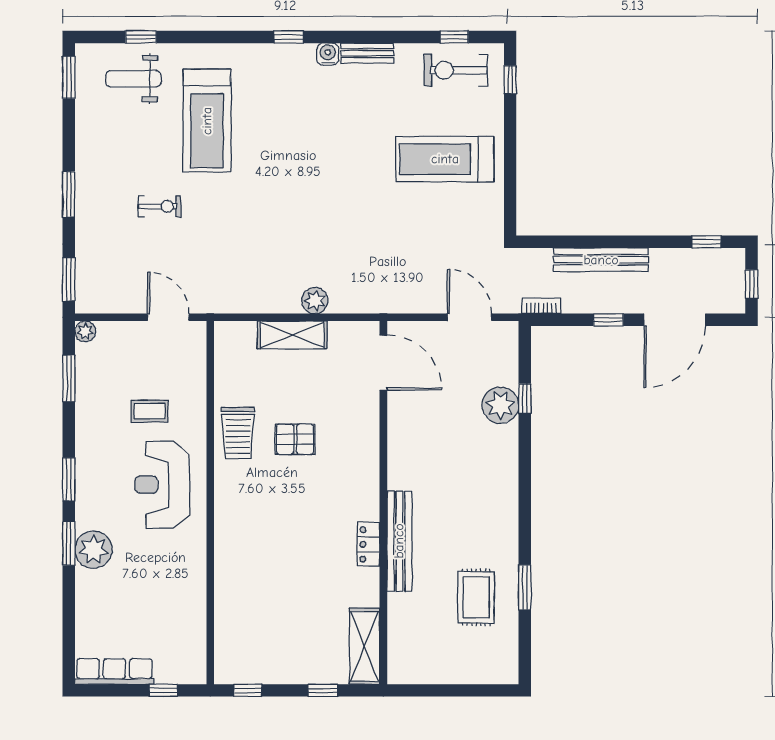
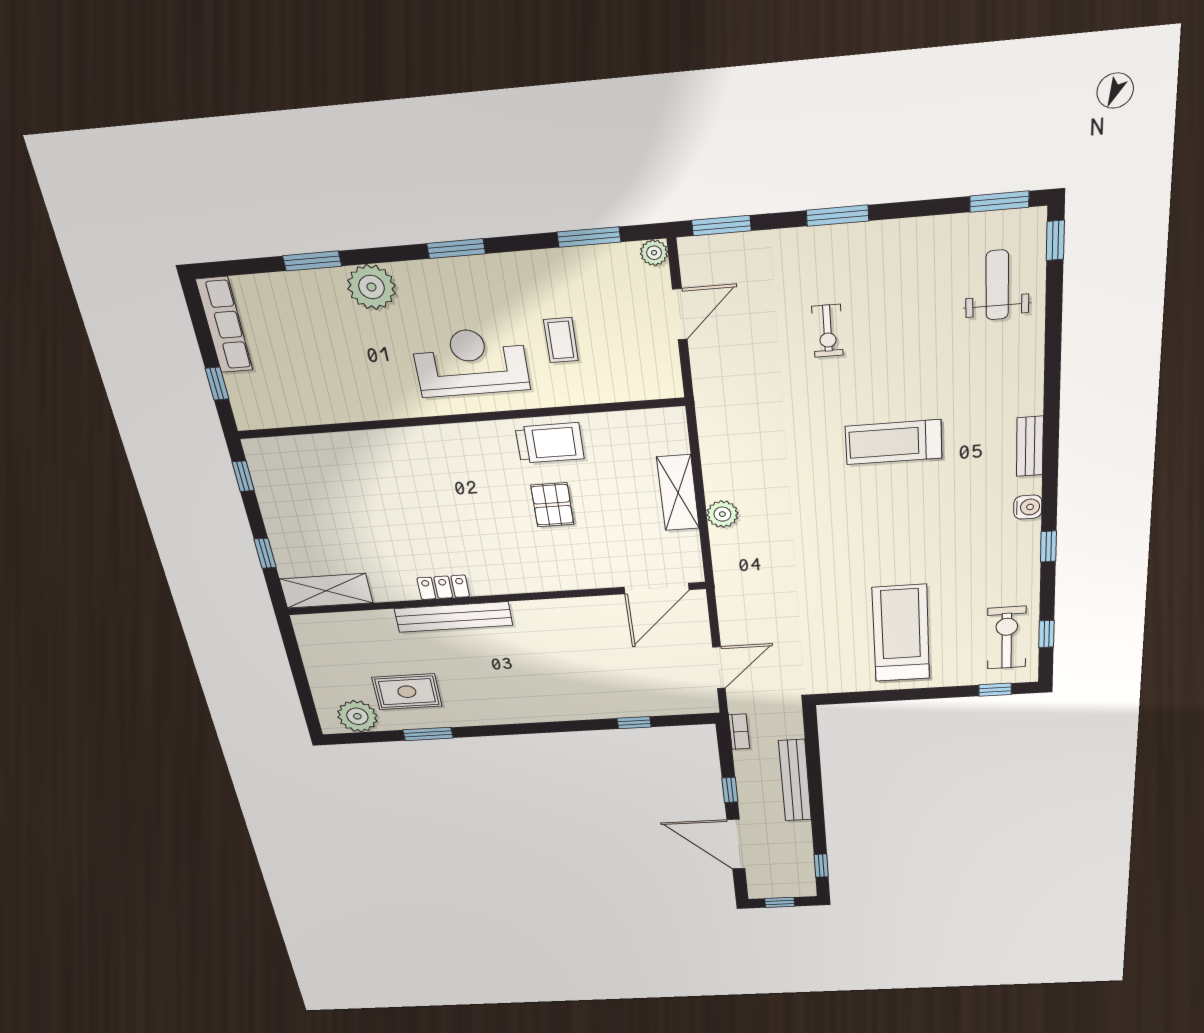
window: (141, 37) -> (1055, 240), moved
window: (289, 37) -> (1048, 546), moved
bench: (367, 53) -> (1030, 446), moved
treadmill: (207, 121) -> (893, 442), moved, width x0.73, depth x0.73
door: (168, 317) -> (680, 314), moved
plant: (500, 405) -> (357, 716), moved
trolley: (238, 433) -> (550, 443), turned 180
window: (69, 543) -> (312, 261), moved

